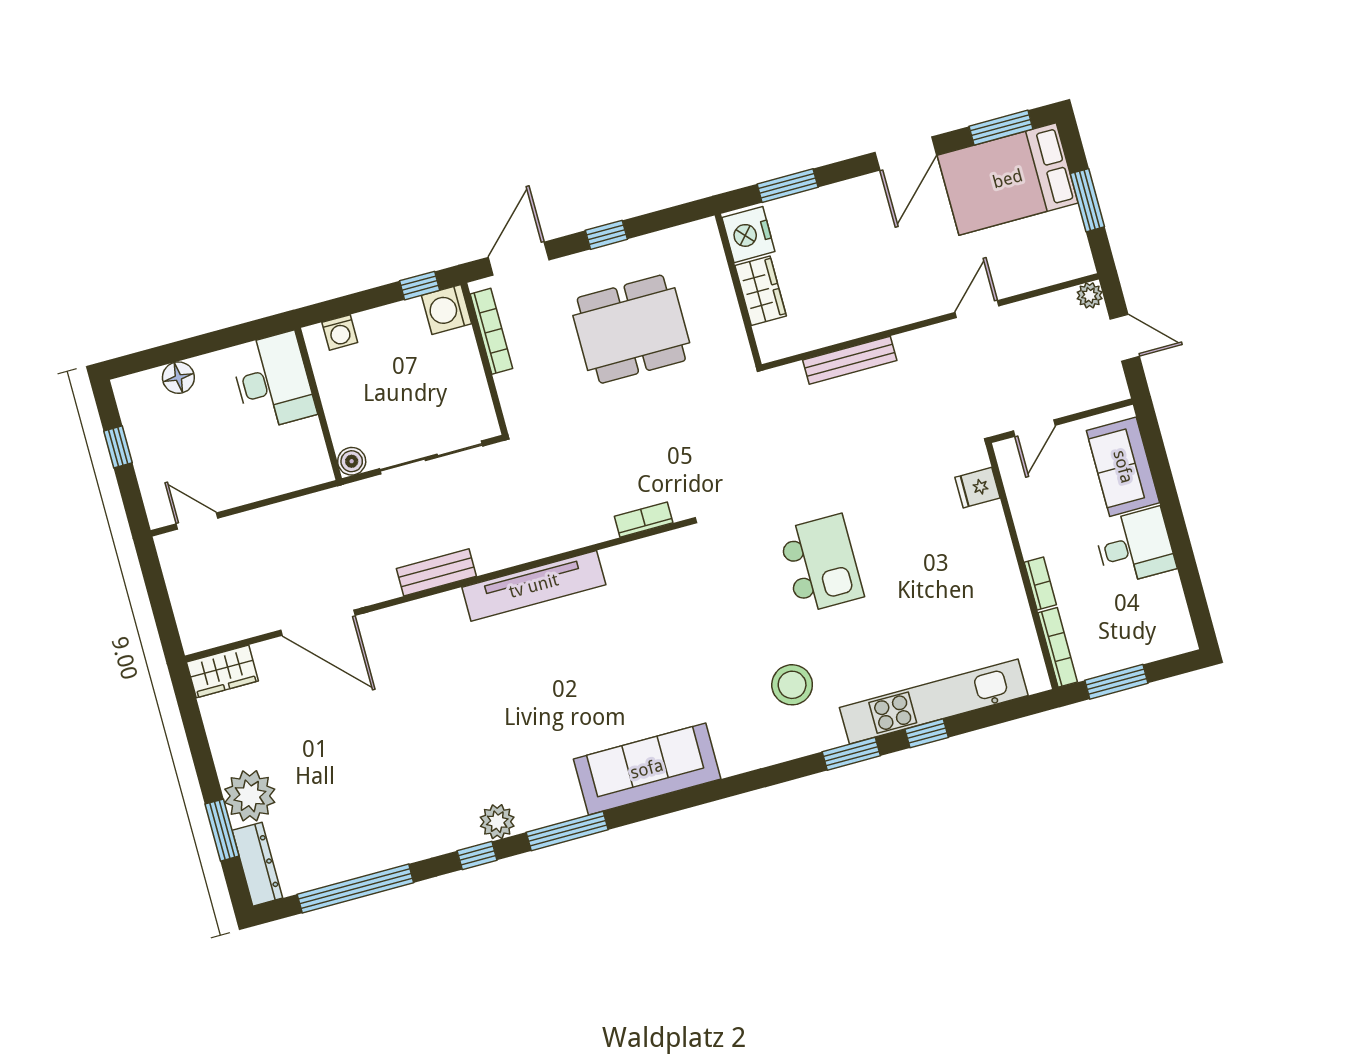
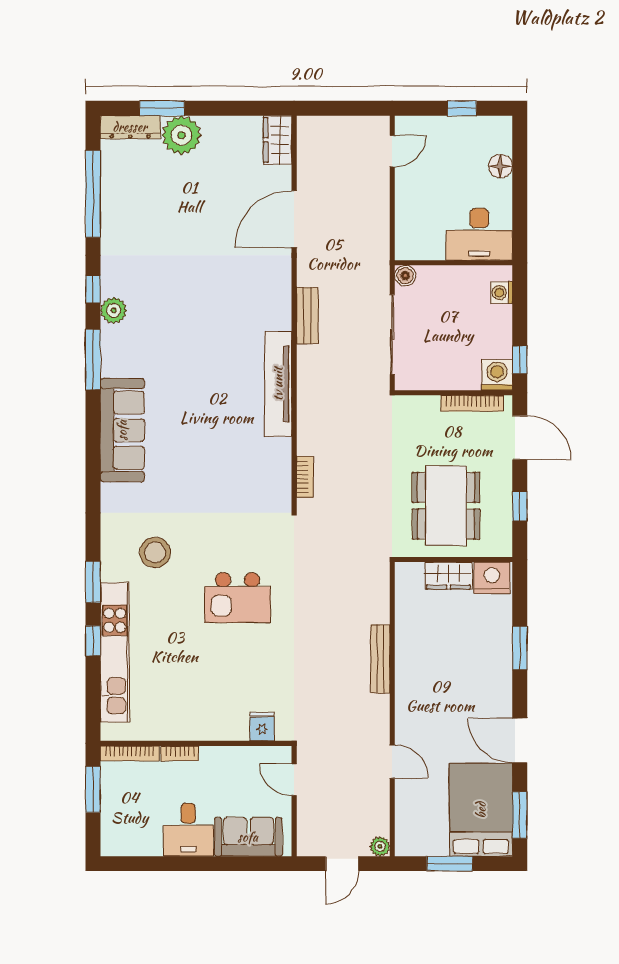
nightstand: (748, 235) -> (492, 578), moved
wall: (738, 290) -> (454, 560), moved
wardrobe: (761, 291) -> (449, 576), moved

